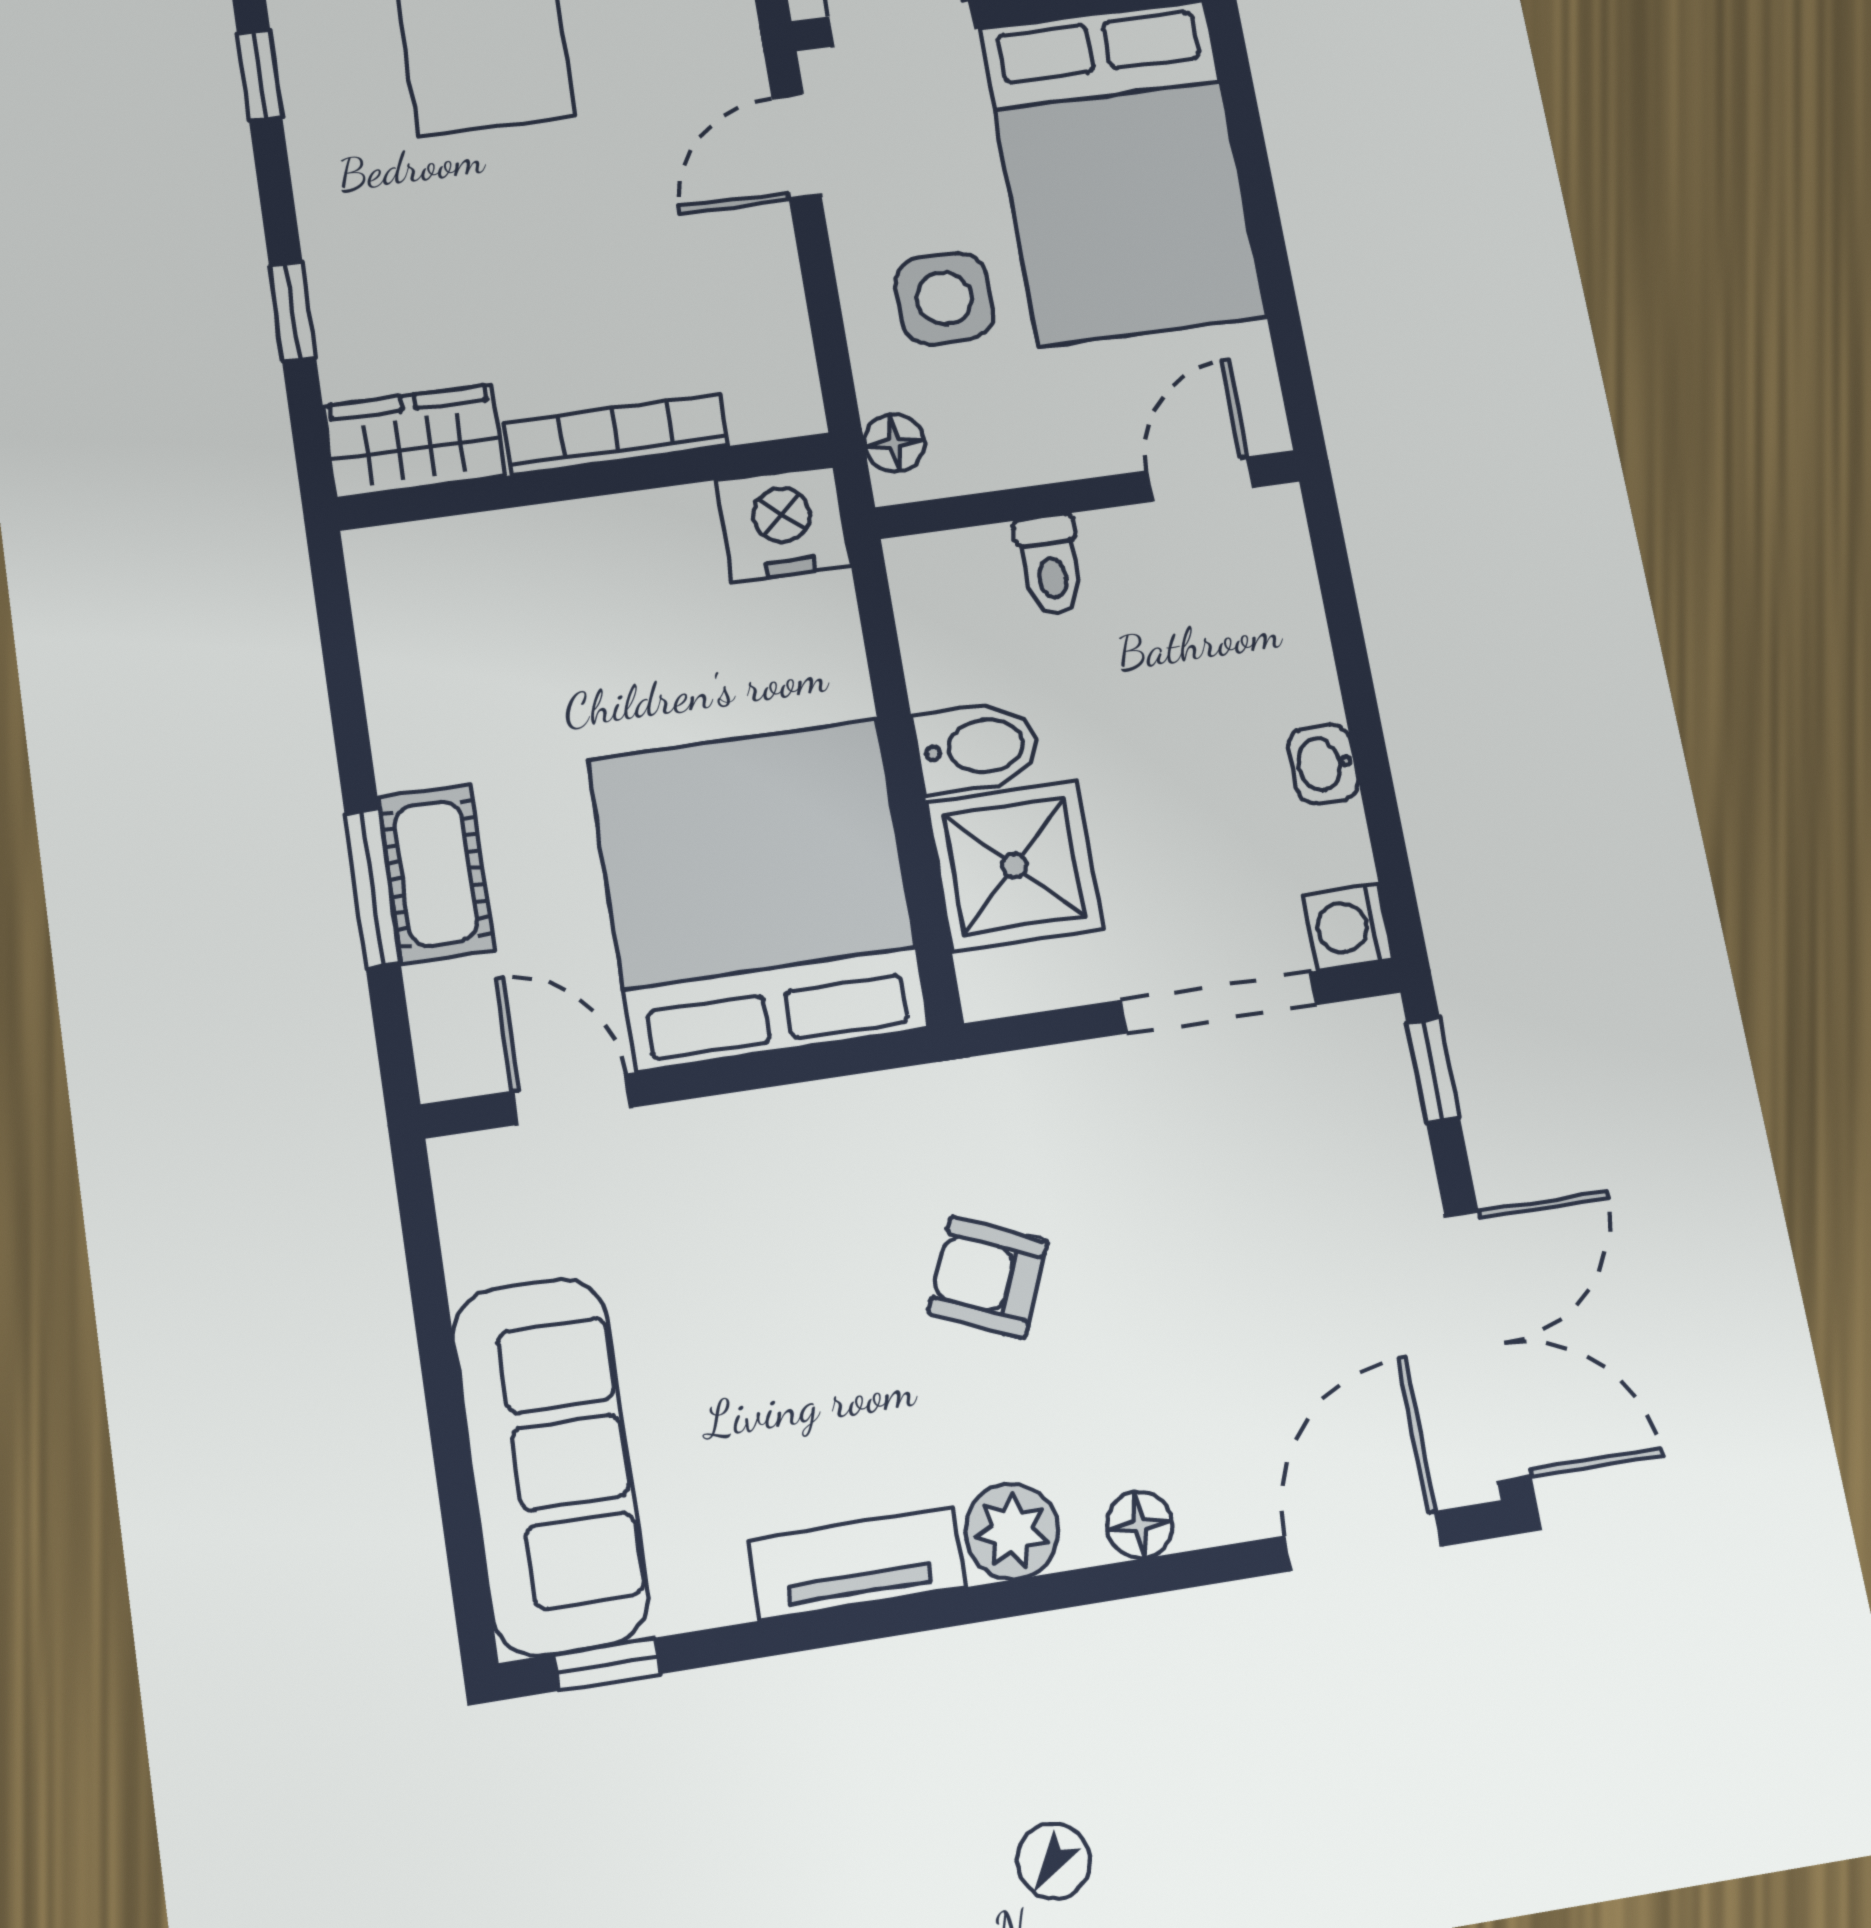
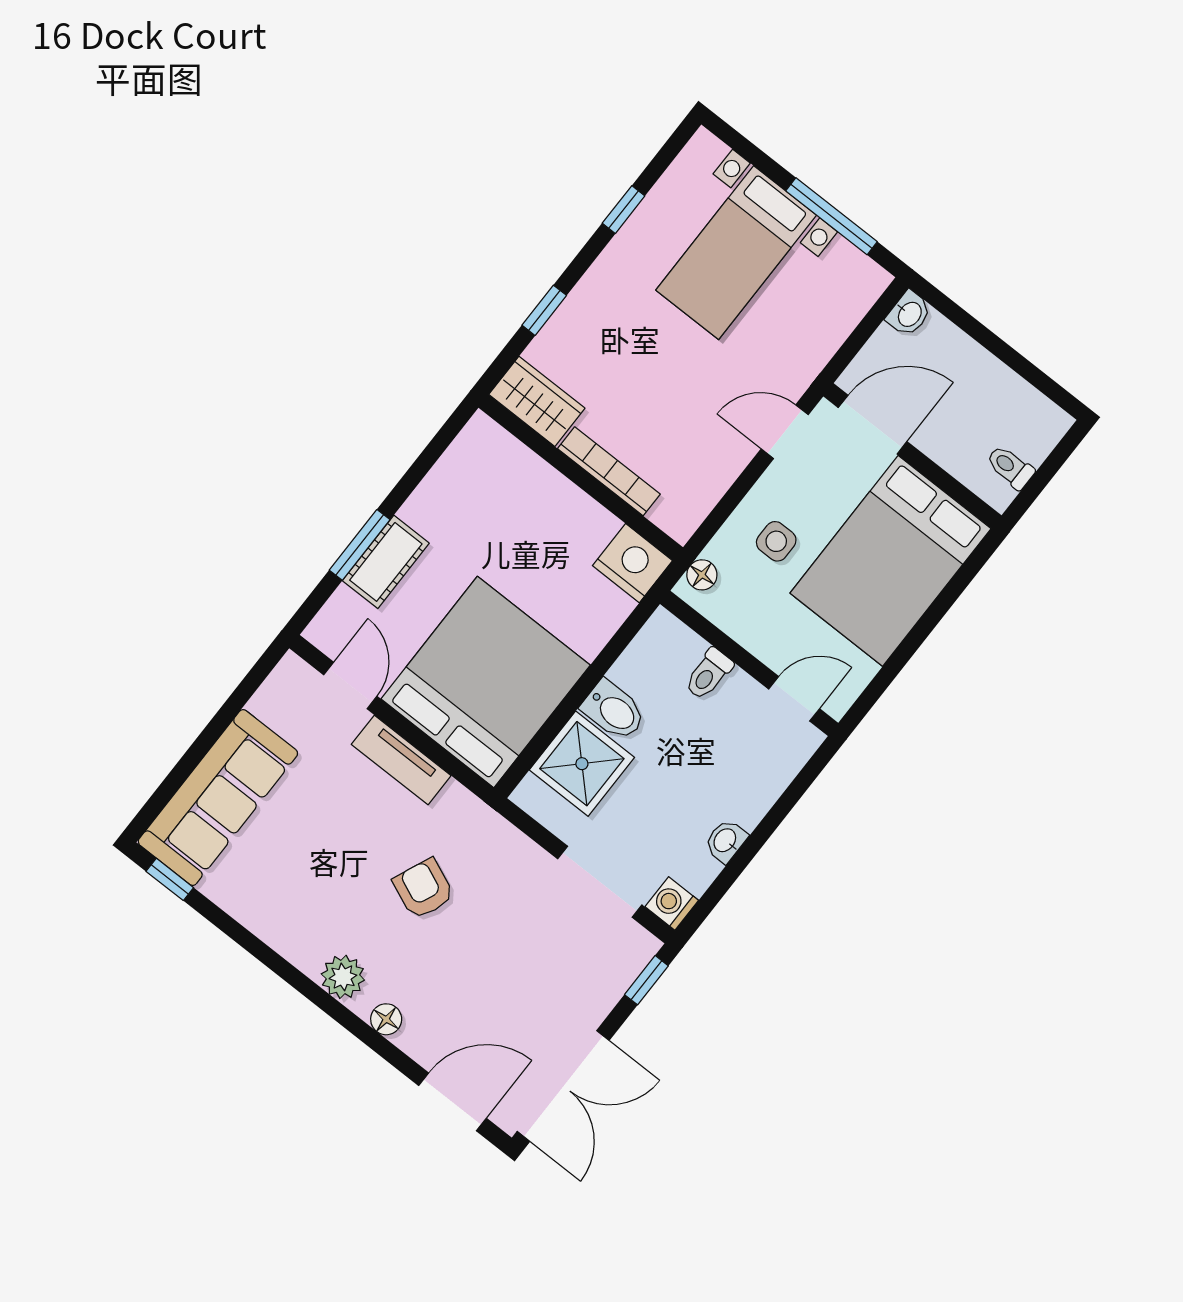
side table: (944, 298) -> (776, 541), width x0.73, depth x0.73
tv unit: (857, 1564) -> (401, 760), moved, turned 180

